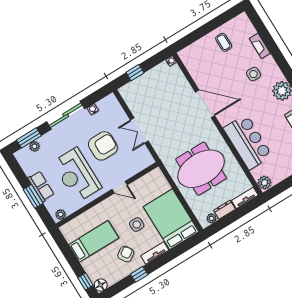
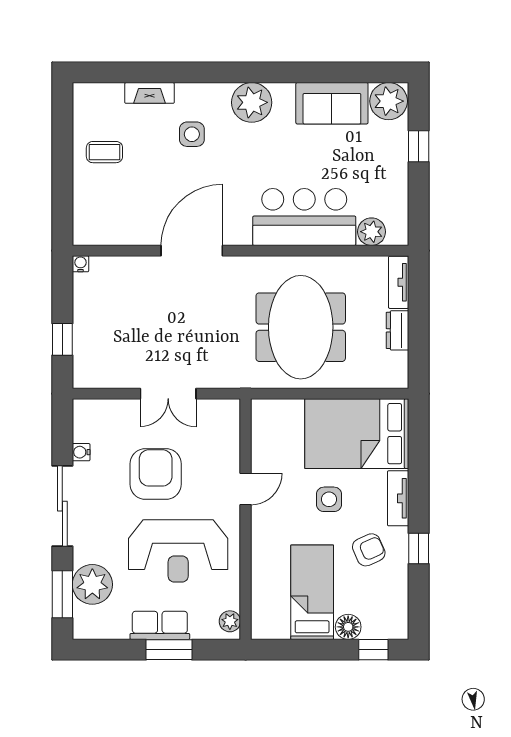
plant: (34, 146) -> (92, 584), width x1.88, depth x1.88
plant: (264, 183) -> (372, 232), moved
plant: (211, 218) -> (399, 362), removed
armchair: (126, 254) -> (369, 550), turned 99
floor lamp: (101, 285) -> (348, 627), moved

